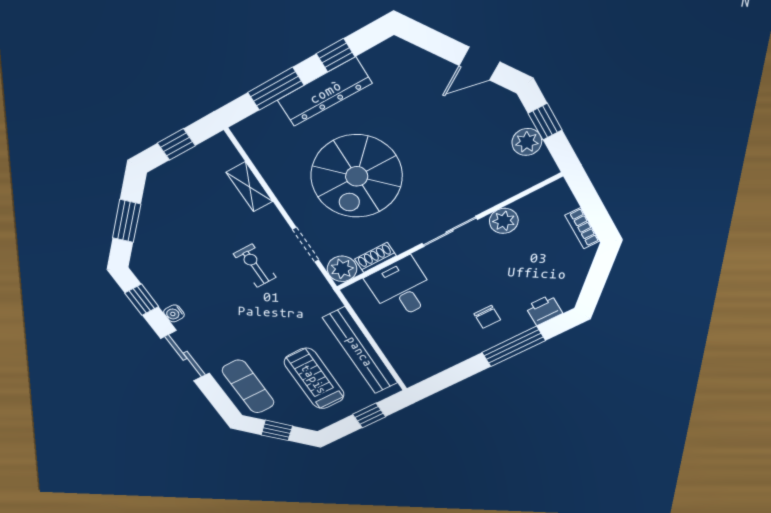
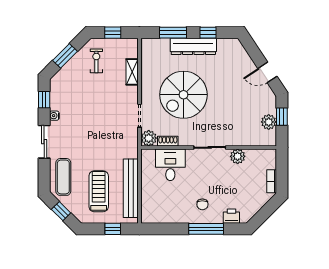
exercise bike: (255, 266) -> (96, 61), moved

